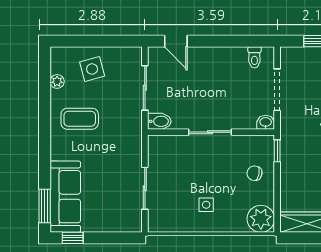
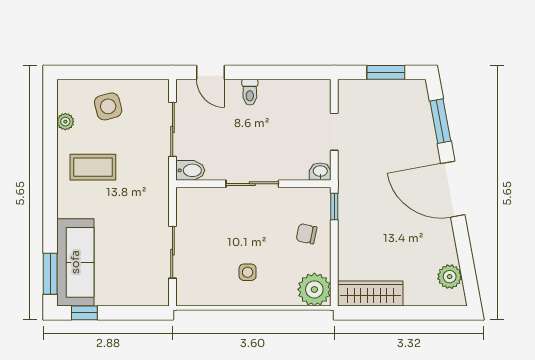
toilet: (254, 57) -> (250, 92), moved
doorway: (277, 90) -> (334, 132), width x0.73

